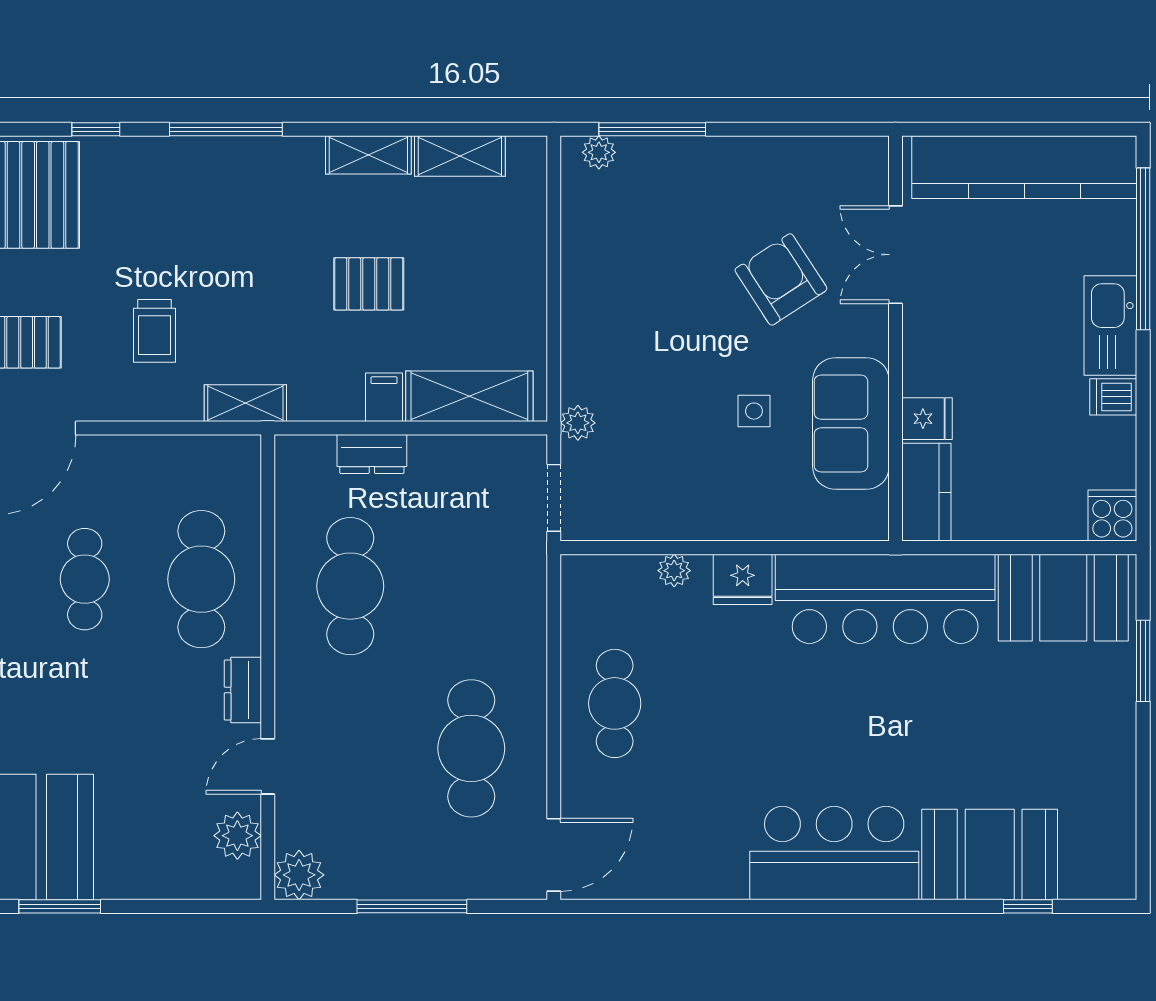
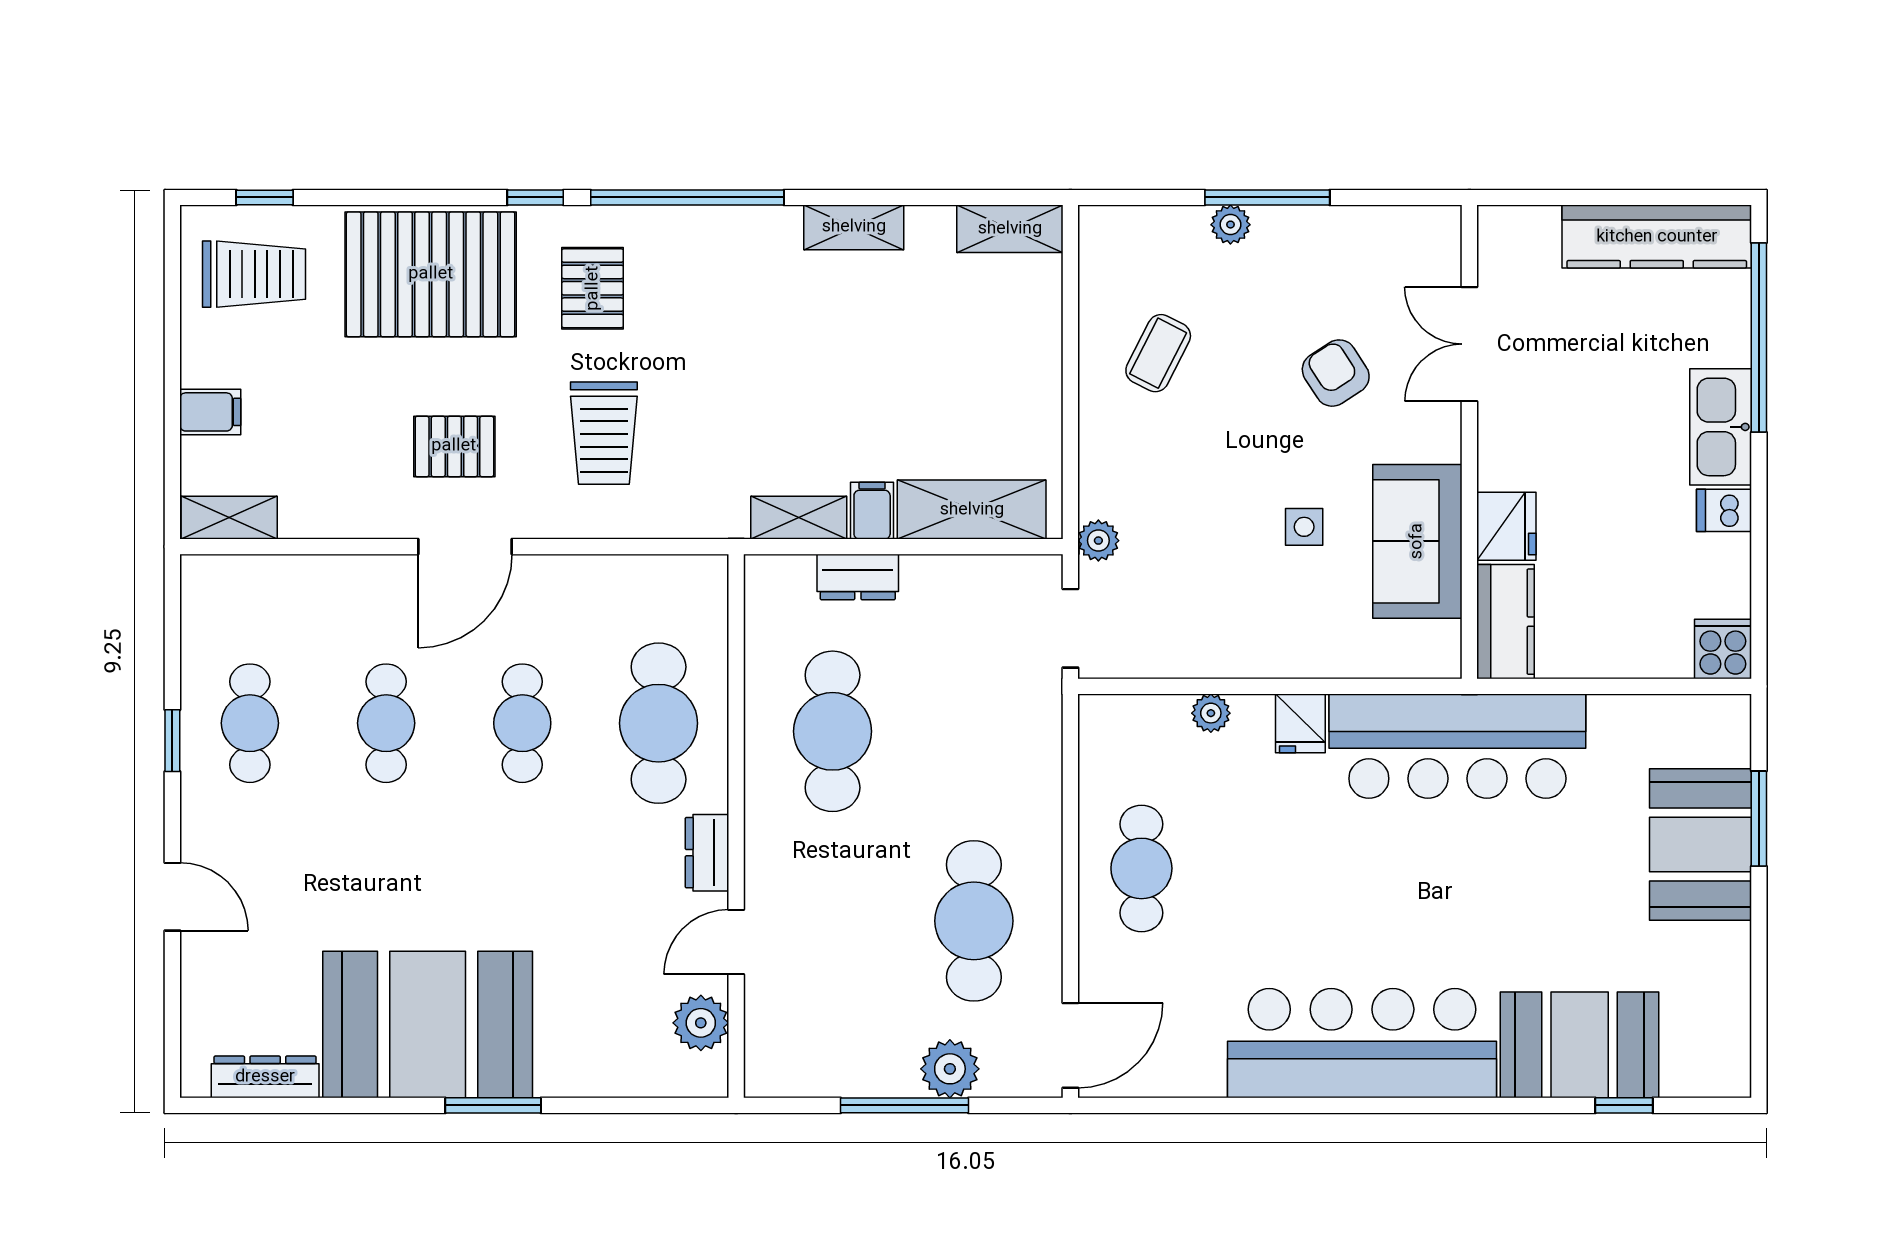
window: (226, 129) -> (687, 197), width x1.46
window: (652, 129) -> (1267, 197), moved
plant: (599, 152) -> (1230, 225), moved
shelving: (460, 156) -> (1010, 229), moved
kitchen counter: (1024, 167) -> (1657, 237), width x0.72, depth x0.86
coffee table: (629, 262) -> (1158, 353), added
armchair: (781, 279) -> (1336, 373), width x0.72, depth x0.72
pallet: (369, 284) -> (593, 288), moved, turned 90
trolley: (155, 331) -> (604, 433), width x1.36, depth x1.39
shelving: (245, 403) -> (799, 518), moved
fridge: (927, 419) -> (1506, 526), width x1.38
fridge: (743, 579) -> (1300, 723), width x0.72
booth: (1063, 598) -> (1700, 844), moved, turned 90
bar counter: (834, 853) -> (1362, 1043), width x1.36
plant: (299, 875) -> (950, 1069), moved

